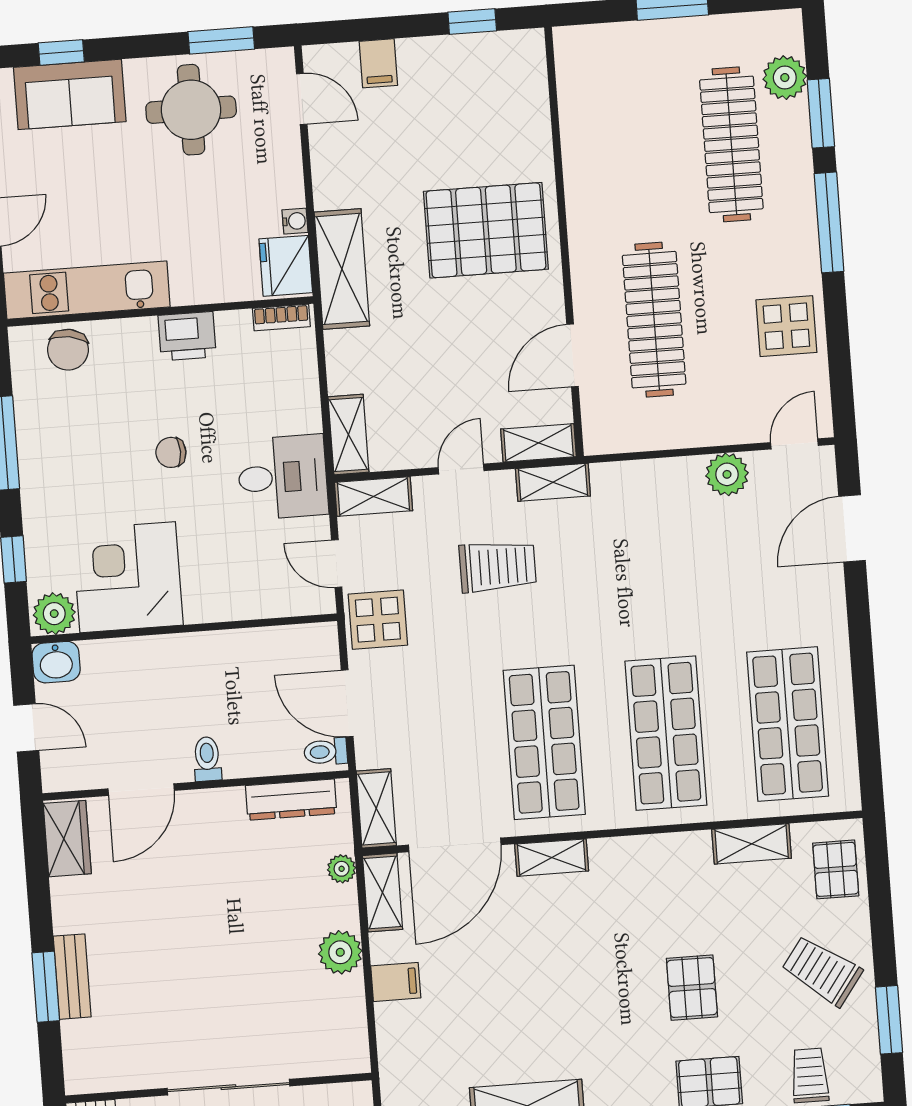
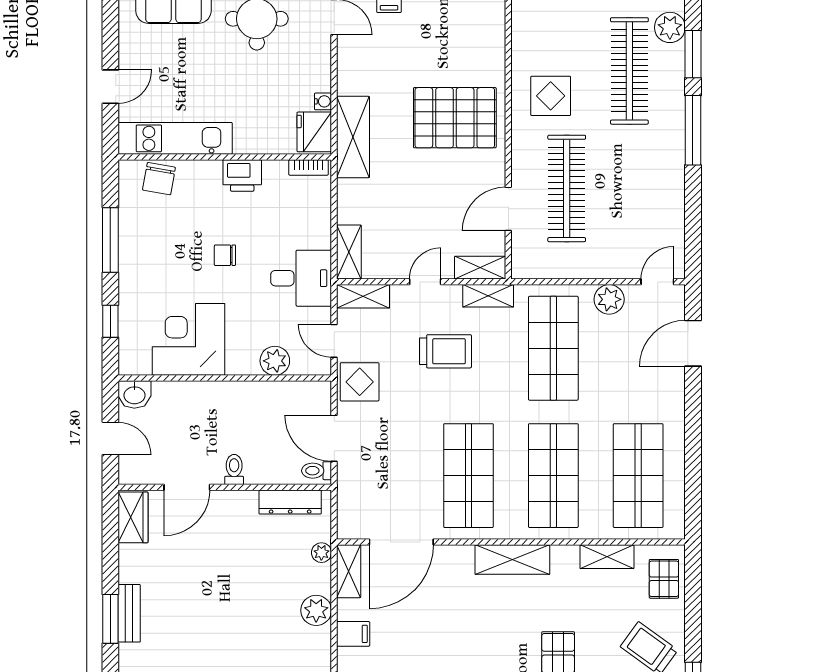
display table: (786, 326) -> (551, 96), moved
shop shelf: (652, 550) -> (553, 348), added
plant: (54, 614) -> (275, 361), moved
shelving: (376, 808) -> (349, 513), removed
shelving: (552, 858) -> (512, 560), moved, width x1.50, depth x1.33

